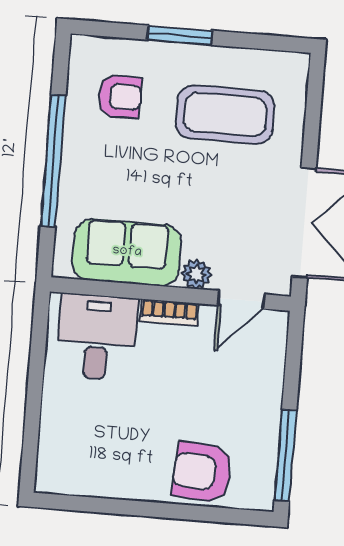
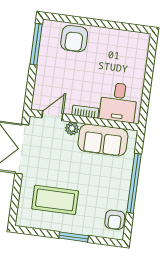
armchair: (120, 97) -> (115, 220), moved, turned -90
armchair: (202, 472) -> (74, 39), turned 86

